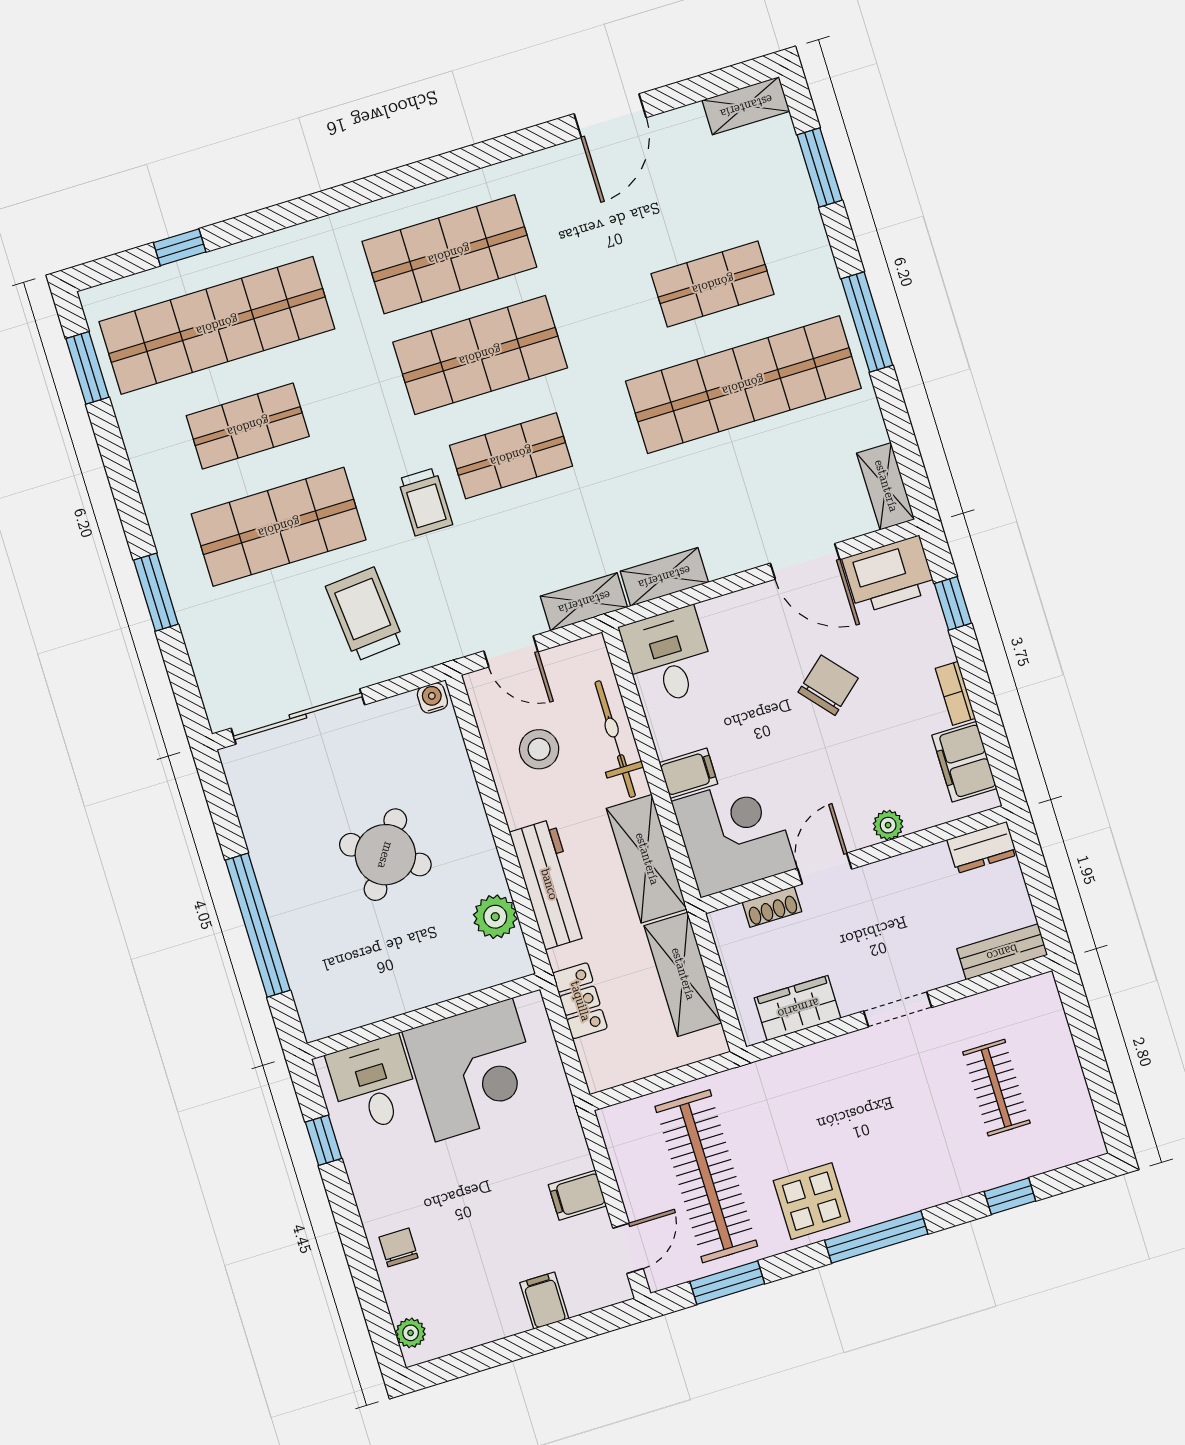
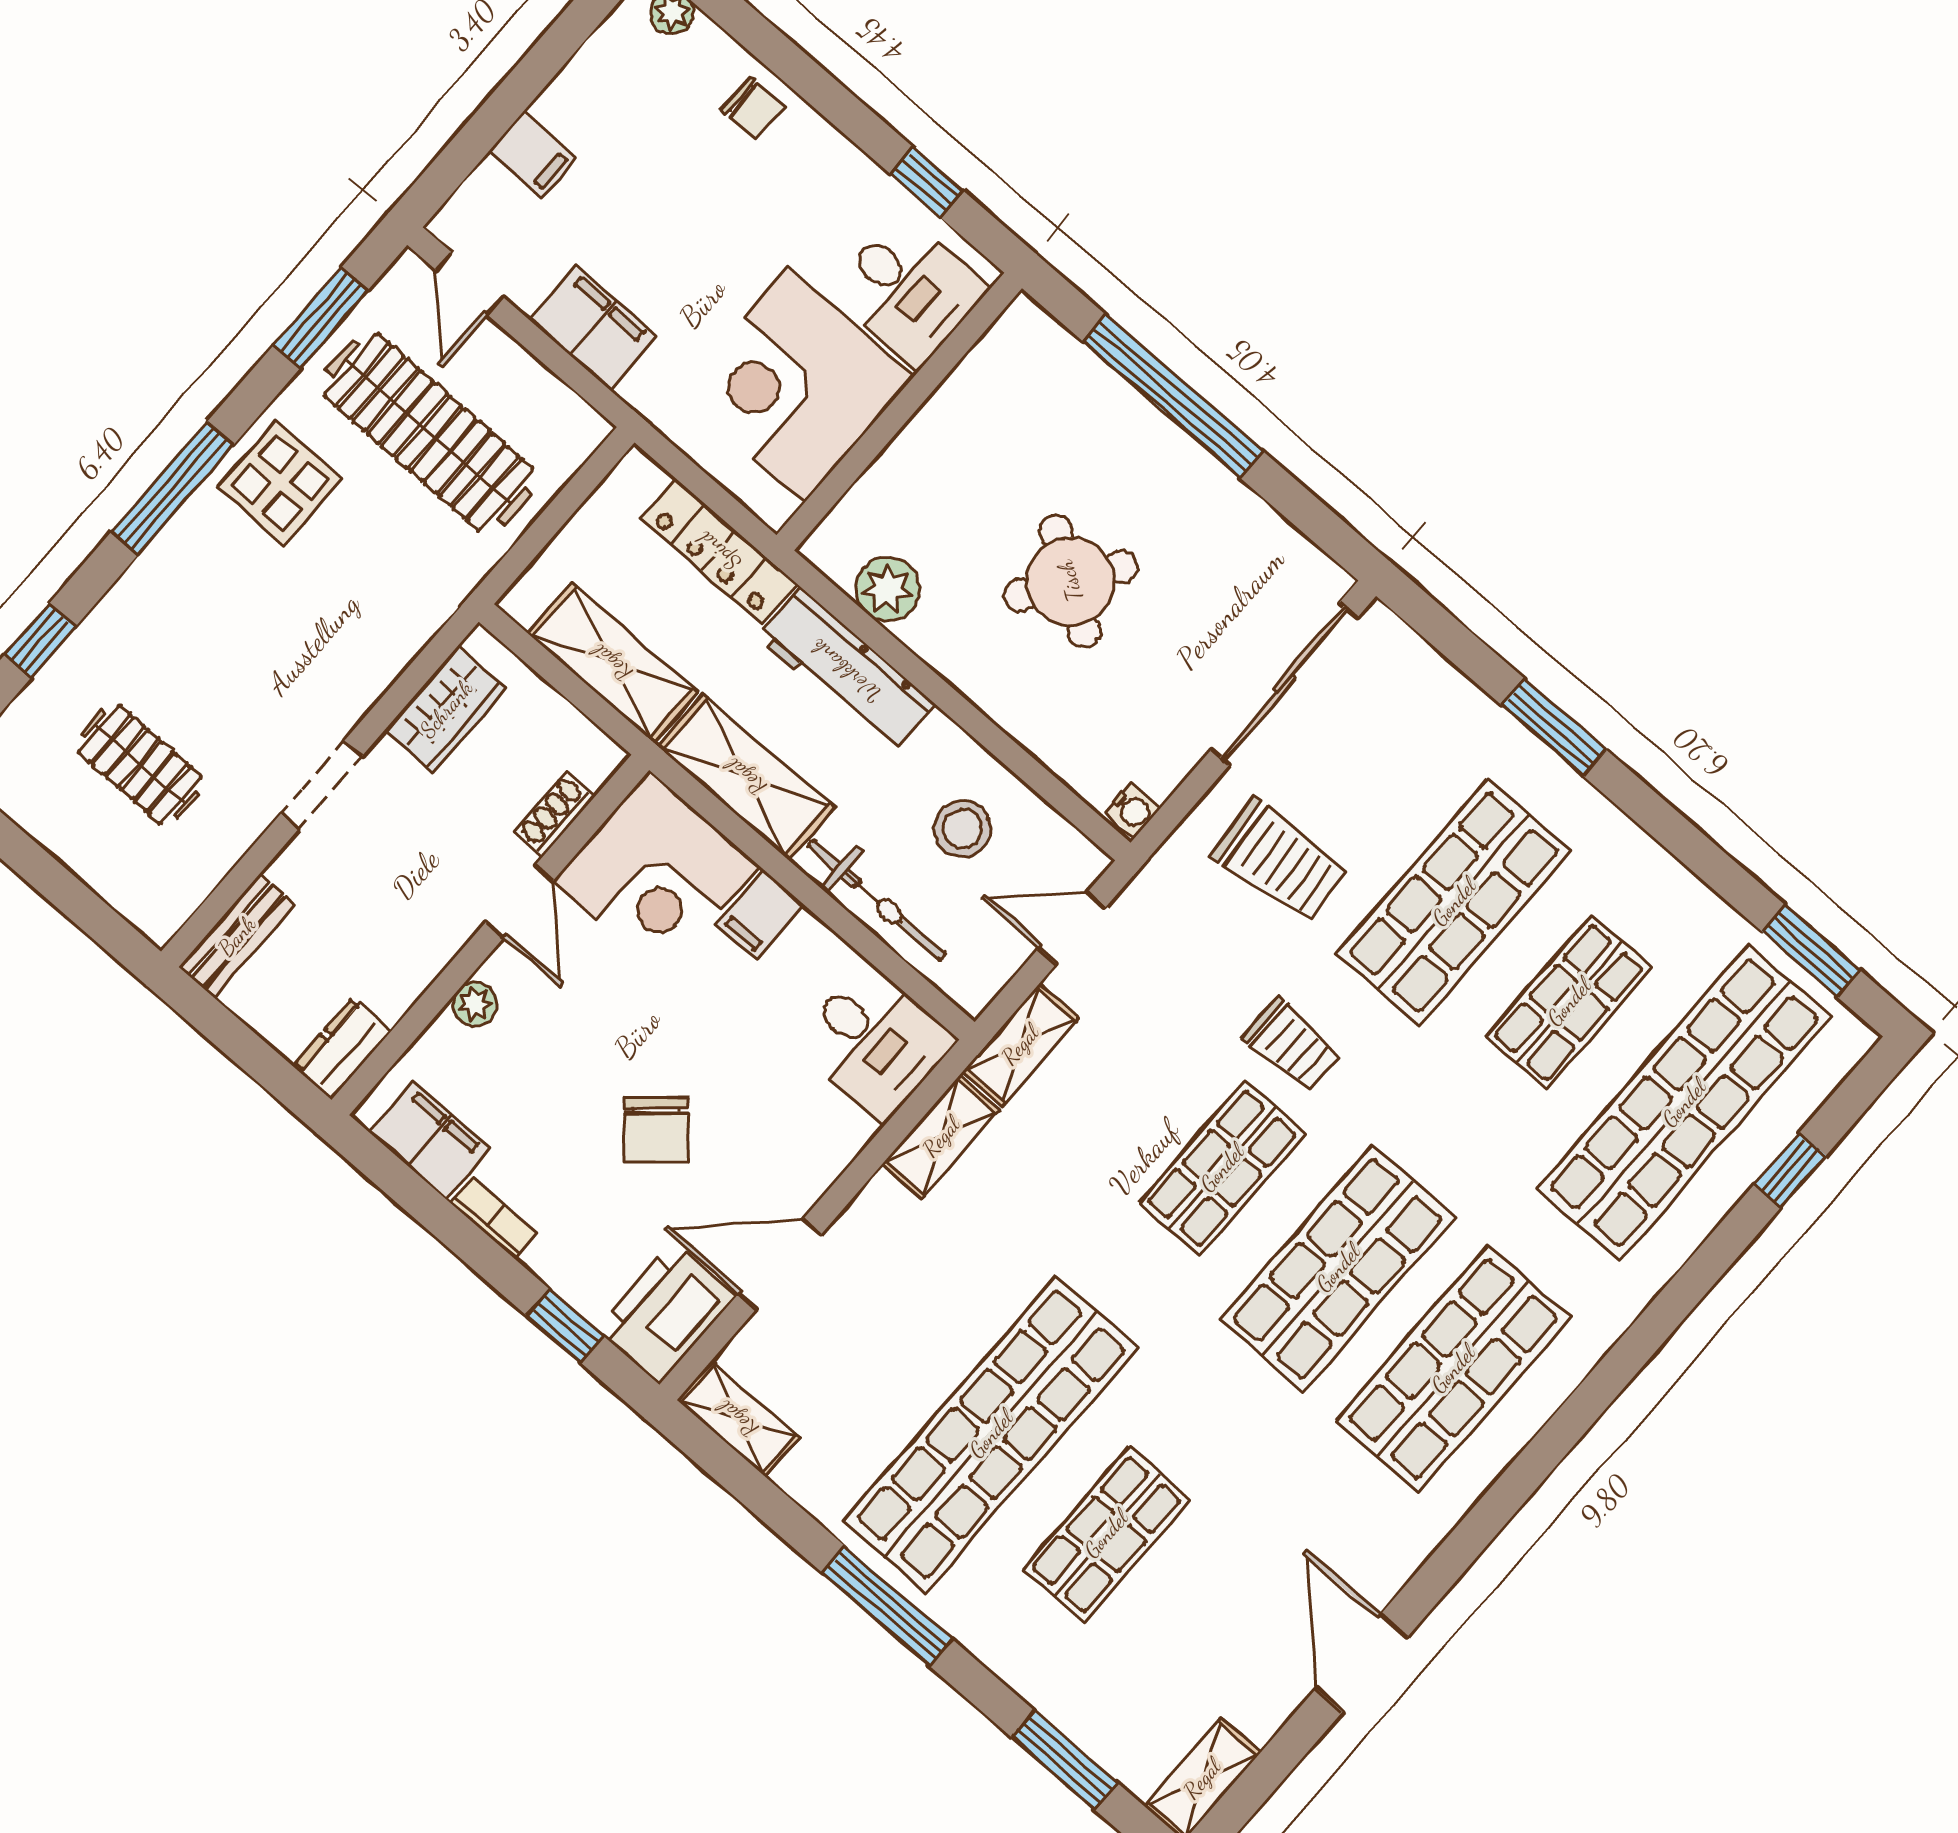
trolley: (425, 502) -> (1292, 1046), turned 180
locker: (580, 1001) -> (719, 551), width x1.53
filing cabinet: (577, 1195) -> (593, 328), width x2.00

